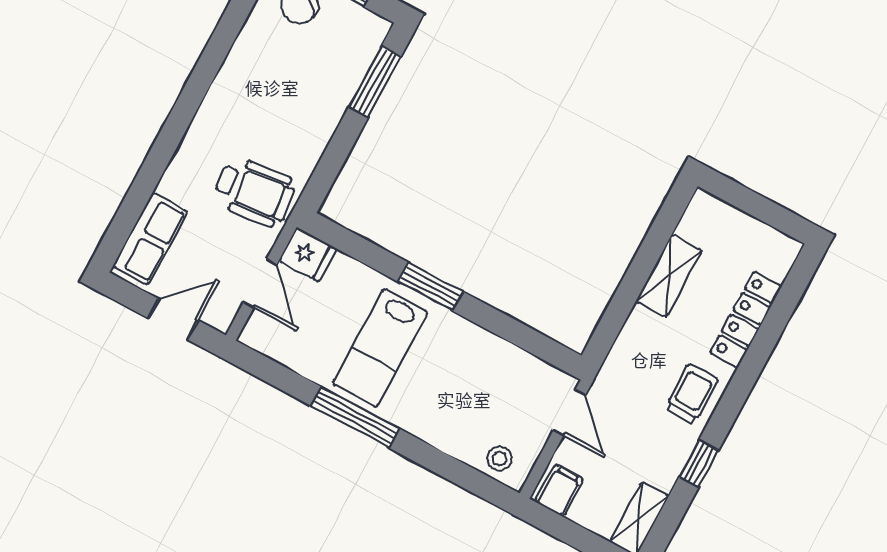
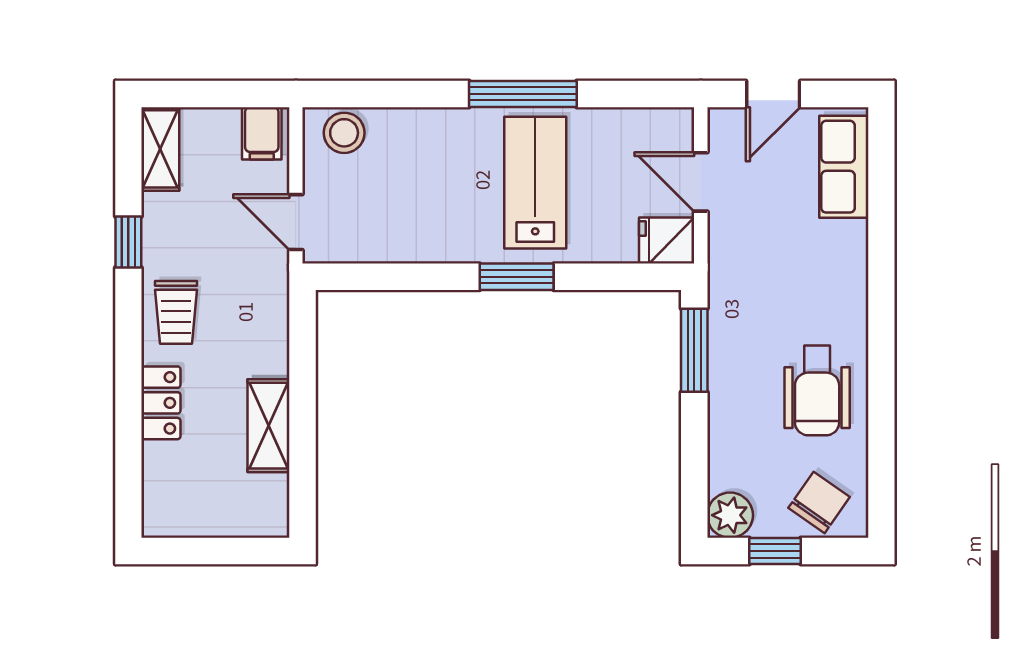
plant: (369, 30) -> (730, 515), added
window: (375, 82) -> (694, 350), moved
wheelchair: (254, 192) -> (817, 390), moved, turned -84
locker: (746, 320) -> (161, 403), width x0.66
stool: (500, 459) -> (344, 133), width x1.37, depth x1.37

